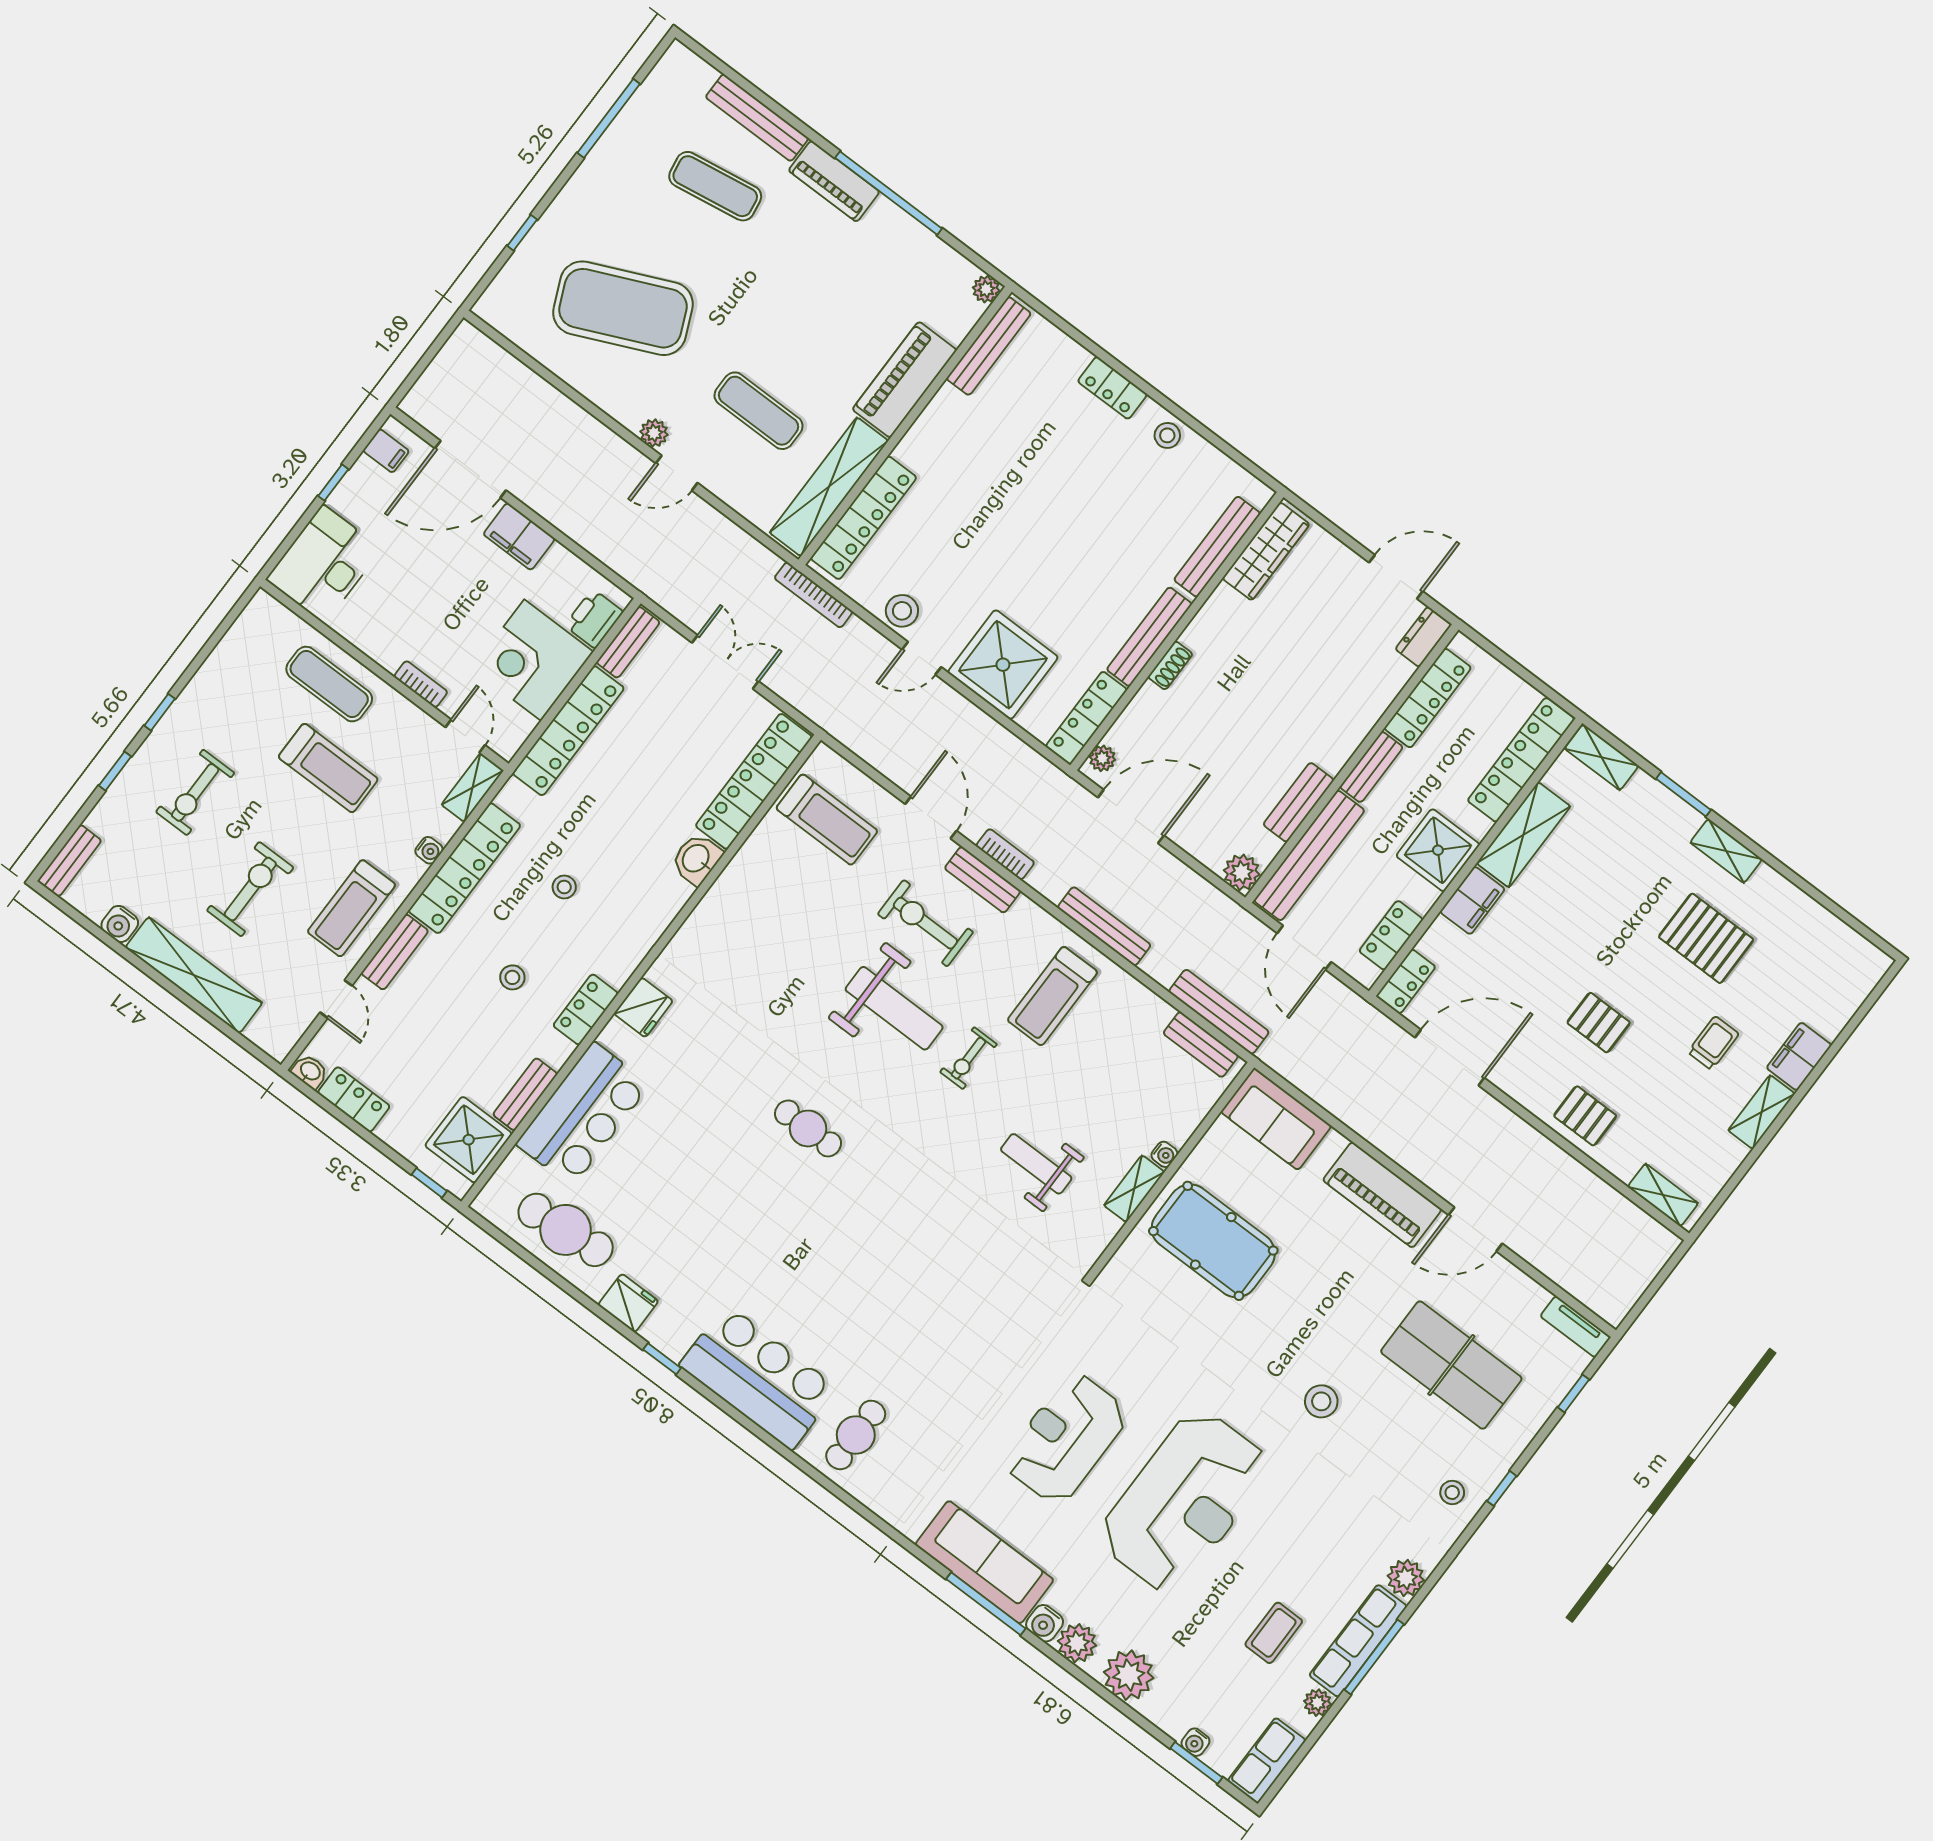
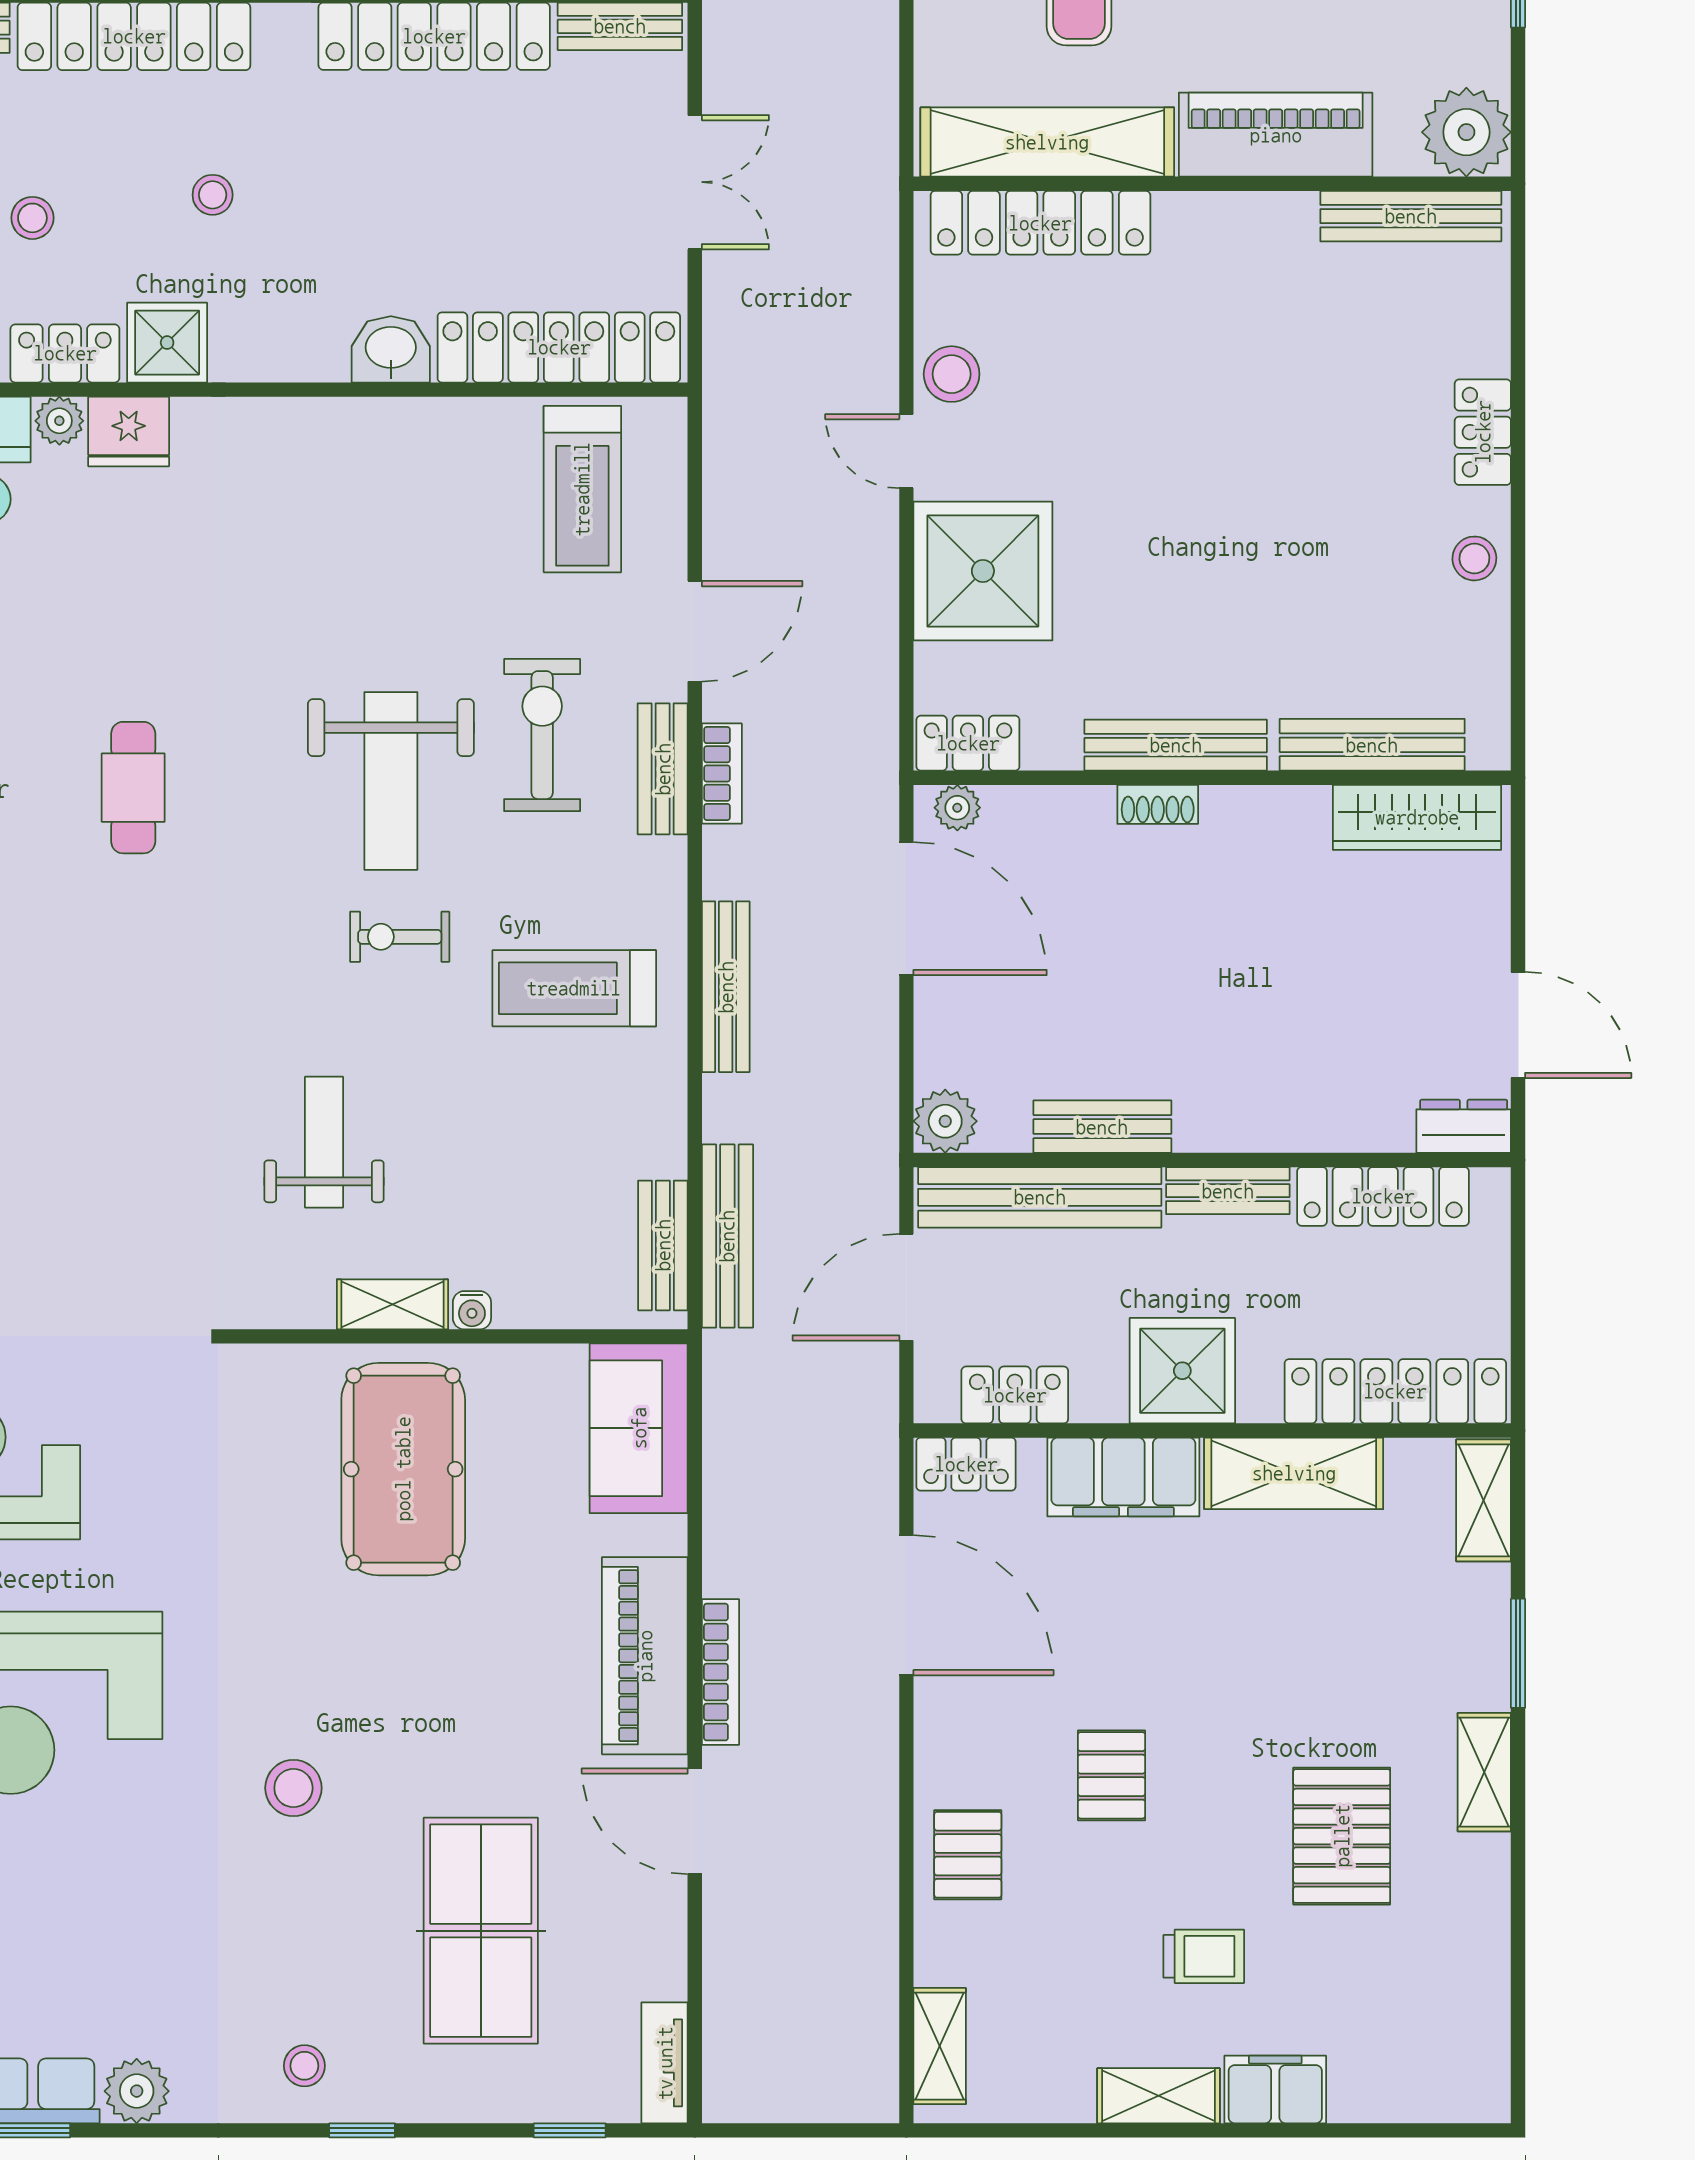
plant: (986, 289) -> (1466, 132), width x1.88, depth x1.88
bookcase: (814, 595) -> (720, 1672), moved, turned 180
locker: (1086, 718) -> (968, 743), width x0.66
filing cabinet: (1472, 900) -> (1123, 1477), width x1.50, depth x1.17
shower: (616, 959) -> (167, 343), added
plant: (615, 1035) -> (59, 421), added

